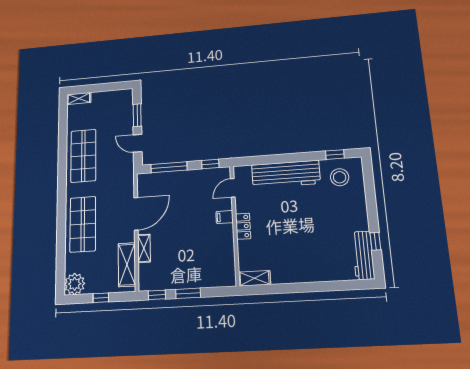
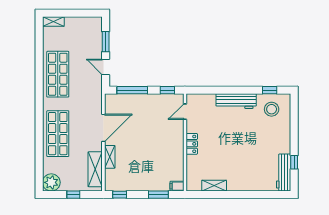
workbench: (286, 174) -> (236, 101), width x0.73, depth x0.76
filing cabinet: (225, 217) -> (177, 186), moved
shelving: (255, 278) -> (214, 186), moved
window: (188, 293) -> (158, 195), moved

